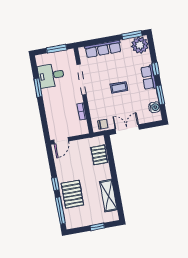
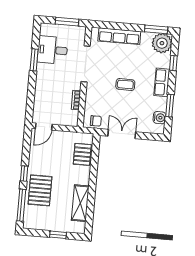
window: (156, 69) -> (173, 63), moved

